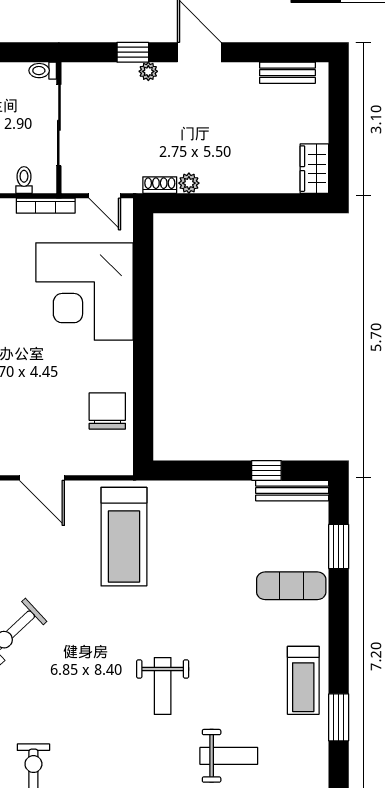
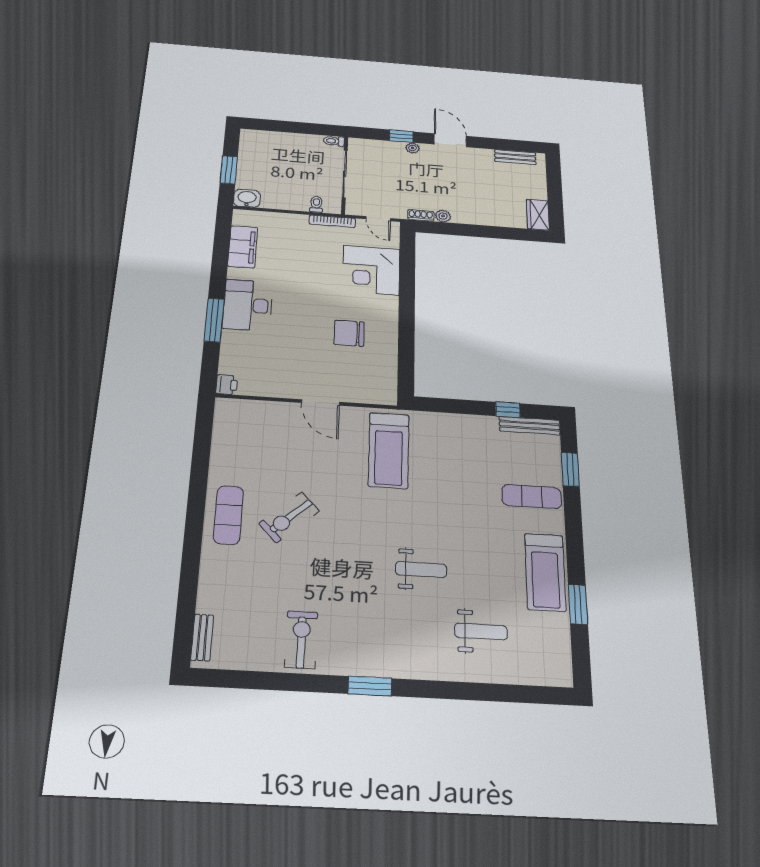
corner desk: (85, 292) -> (371, 270), width x0.74, depth x0.74
chair: (107, 411) -> (349, 333), moved, turned -90
treadmill: (303, 680) -> (545, 572), width x1.37, depth x1.38
weight bench: (163, 686) -> (421, 570), turned -90

